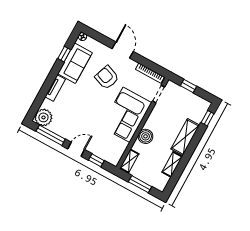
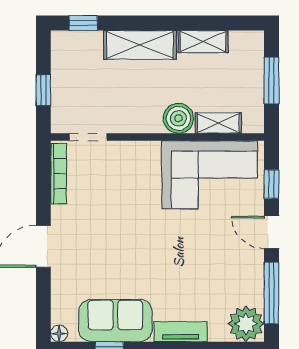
armchair: (107, 78) -> (110, 248), removed
corner sofa: (126, 115) -> (210, 175), moved
shelving: (129, 161) -> (218, 123), moved

